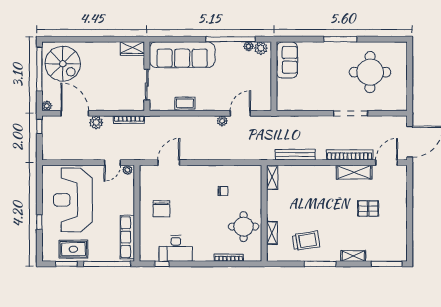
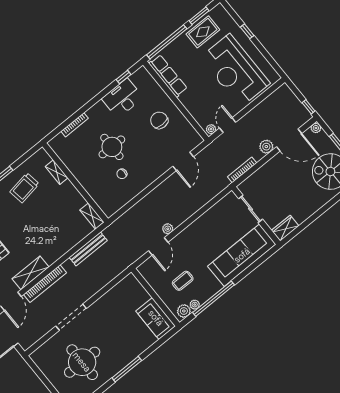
coffee table: (185, 103) -> (183, 281), moved
reception desk: (73, 200) -> (235, 70), turned 180
round table: (244, 227) -> (112, 147), moved

